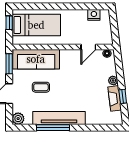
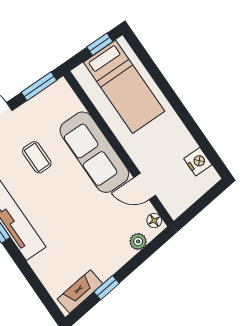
sofa: (36, 59) -> (94, 152), moved
plant: (113, 80) -> (138, 241), moved
fireplace: (115, 98) -> (80, 292), moved

